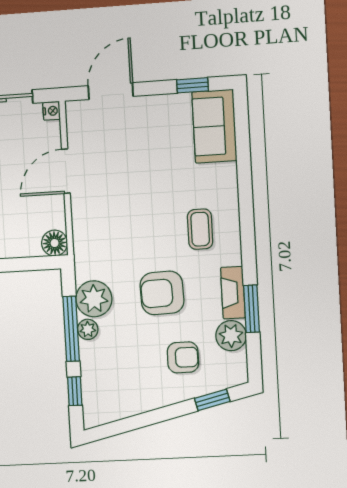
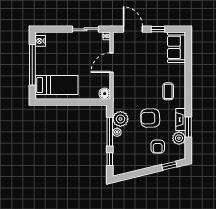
window: (192, 85) -> (158, 29), moved
door: (111, 91) -> (133, 29), hinge flipped
armchair: (183, 357) -> (158, 147), turned 90

